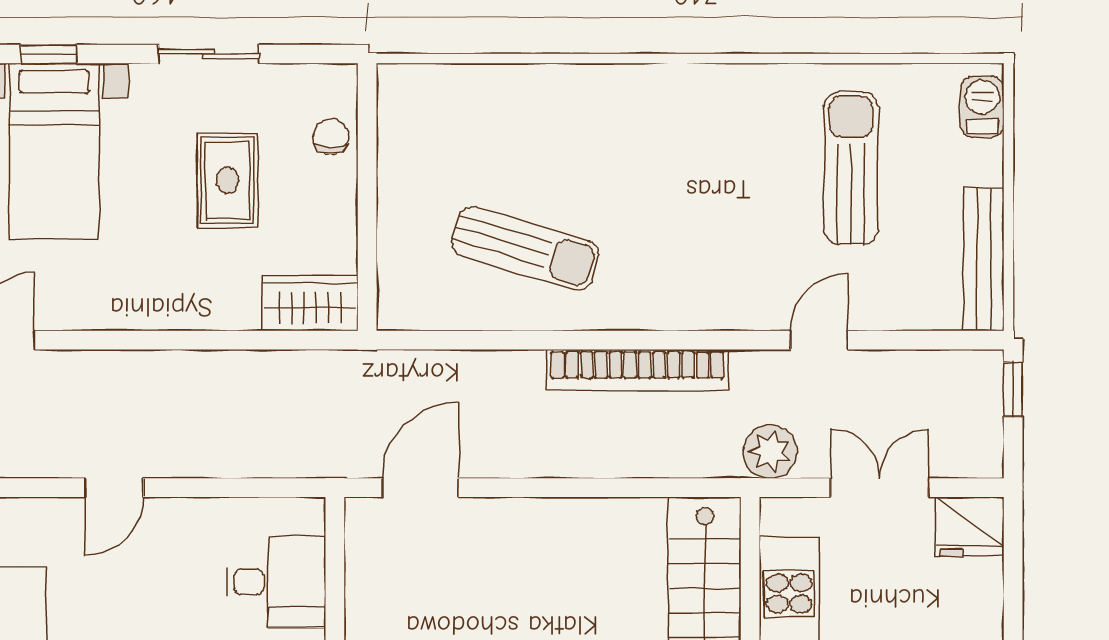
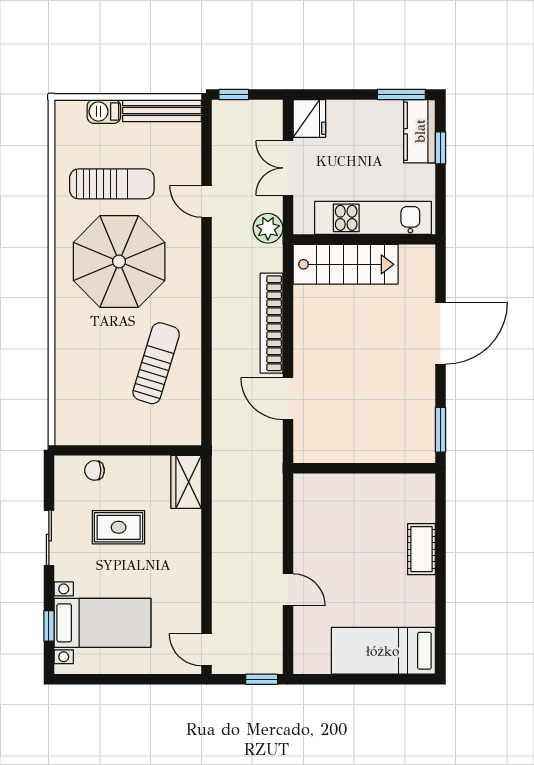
barbecue: (982, 107) -> (104, 111), moved
sun lounger: (851, 168) -> (112, 184), turned 180
parasol: (710, 181) -> (119, 261), added
bookcase: (637, 370) -> (271, 323), moved, turned 180
door: (420, 488) -> (288, 399), moved
desk: (276, 582) -> (340, 501), removed

